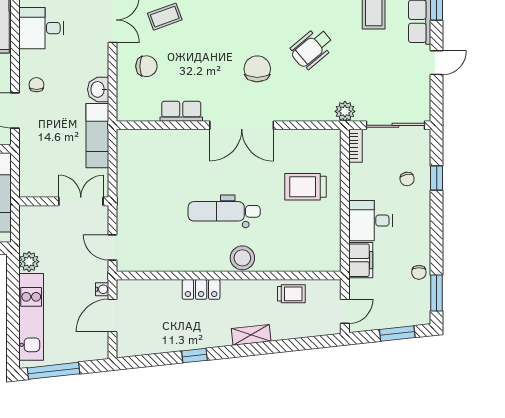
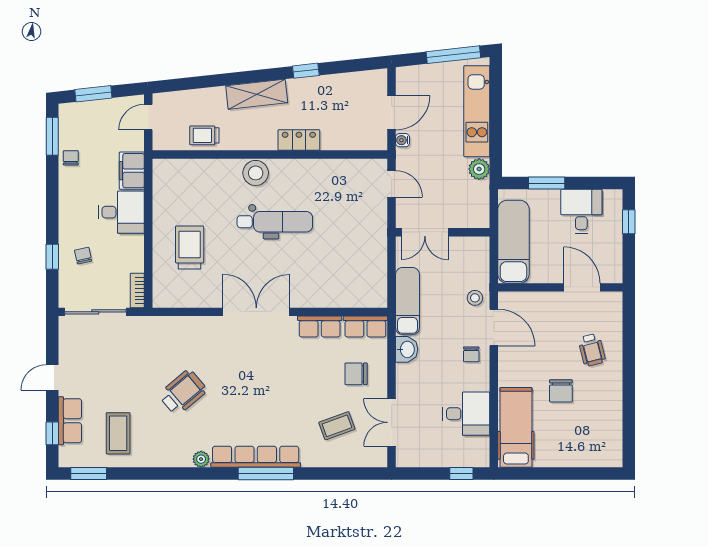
chair: (257, 69) -> (240, 371), removed
row of seats: (138, 111) -> (365, 327), added
plant: (345, 111) -> (148, 327), removed
stool: (33, 139) -> (475, 298), added
trolley: (305, 187) -> (190, 248), turned -90
shelving: (251, 335) -> (257, 94), width x1.50, depth x1.33

